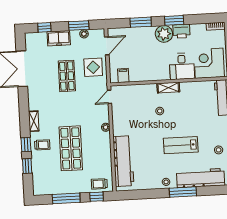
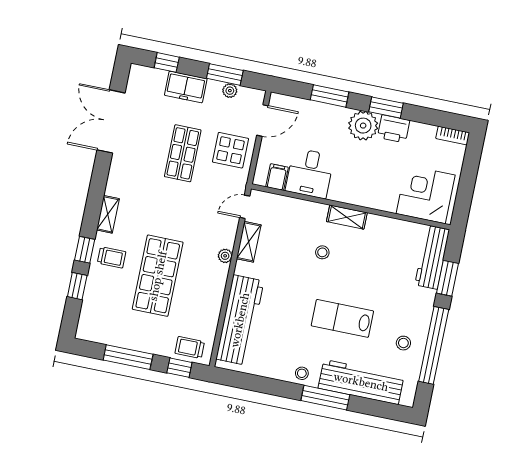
desk: (182, 66) -> (310, 173), moved
shelving: (117, 116) -> (249, 242), added

